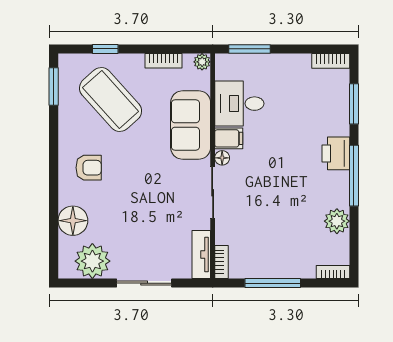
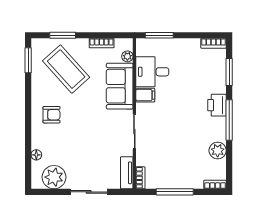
window: (105, 49) -> (63, 35), width x1.50
plant: (202, 62) -> (127, 56), moved
floor lamp: (222, 158) -> (141, 108), removed
floor lamp: (73, 221) -> (36, 155), width x0.53, depth x0.53

